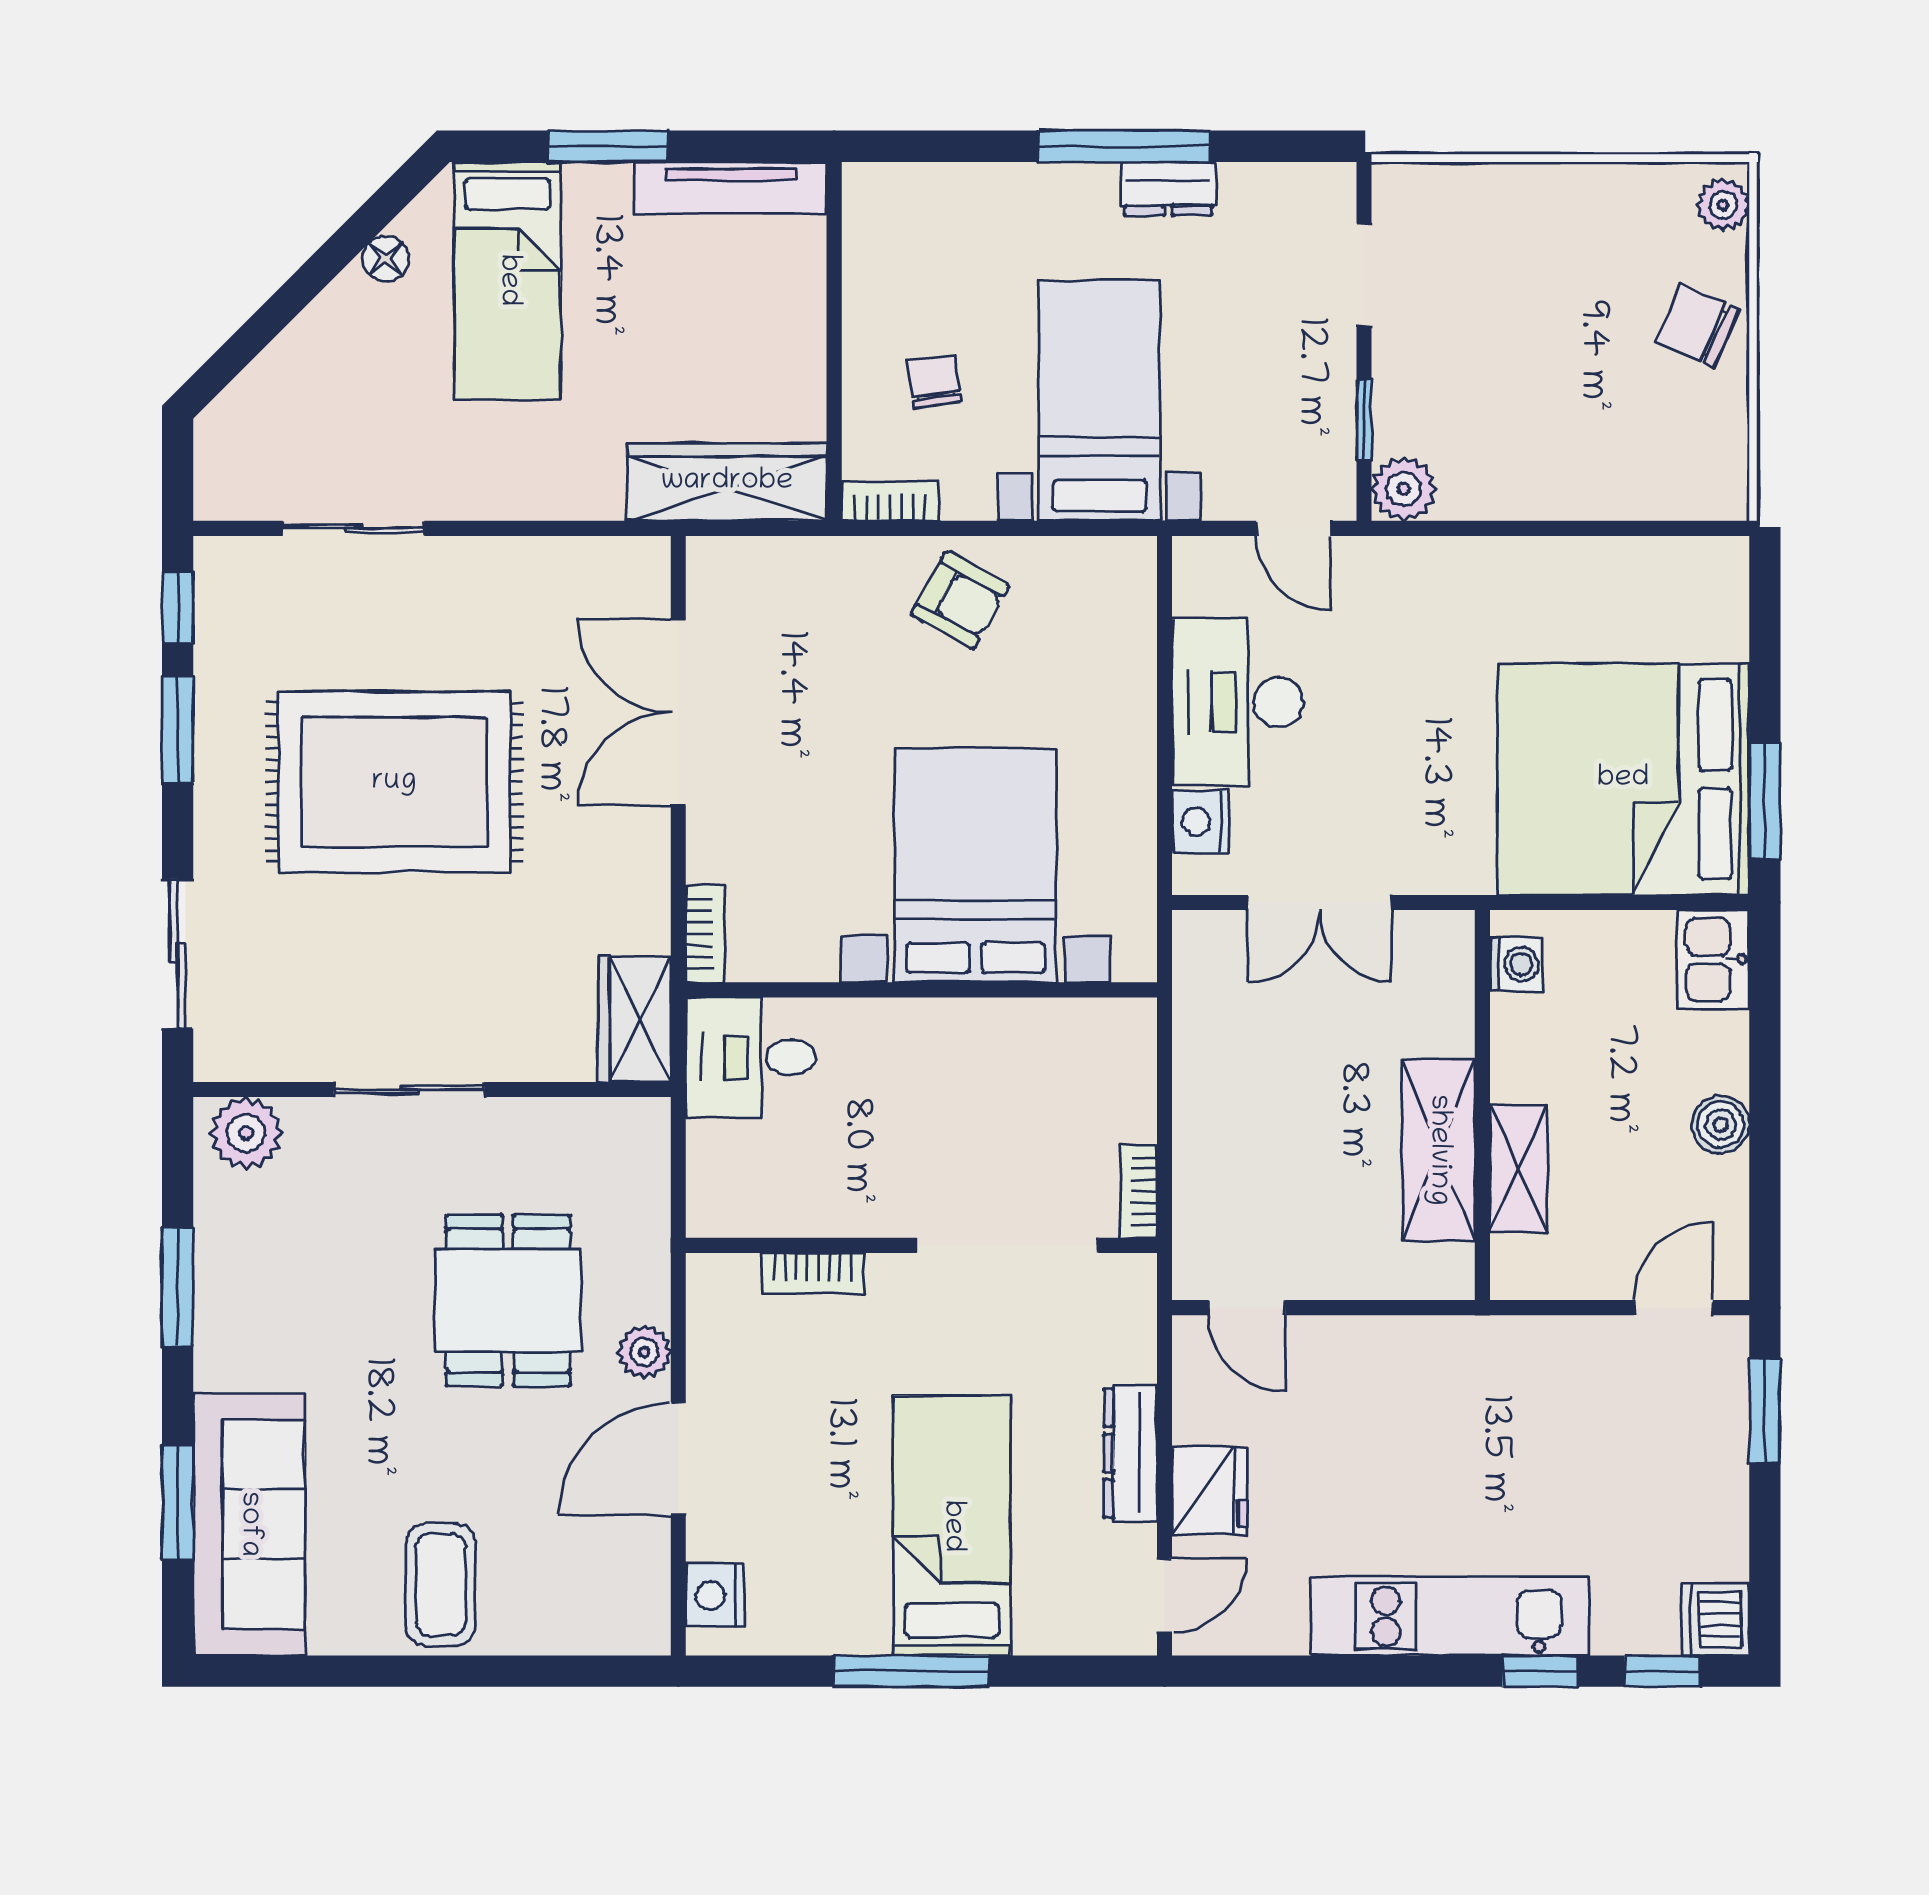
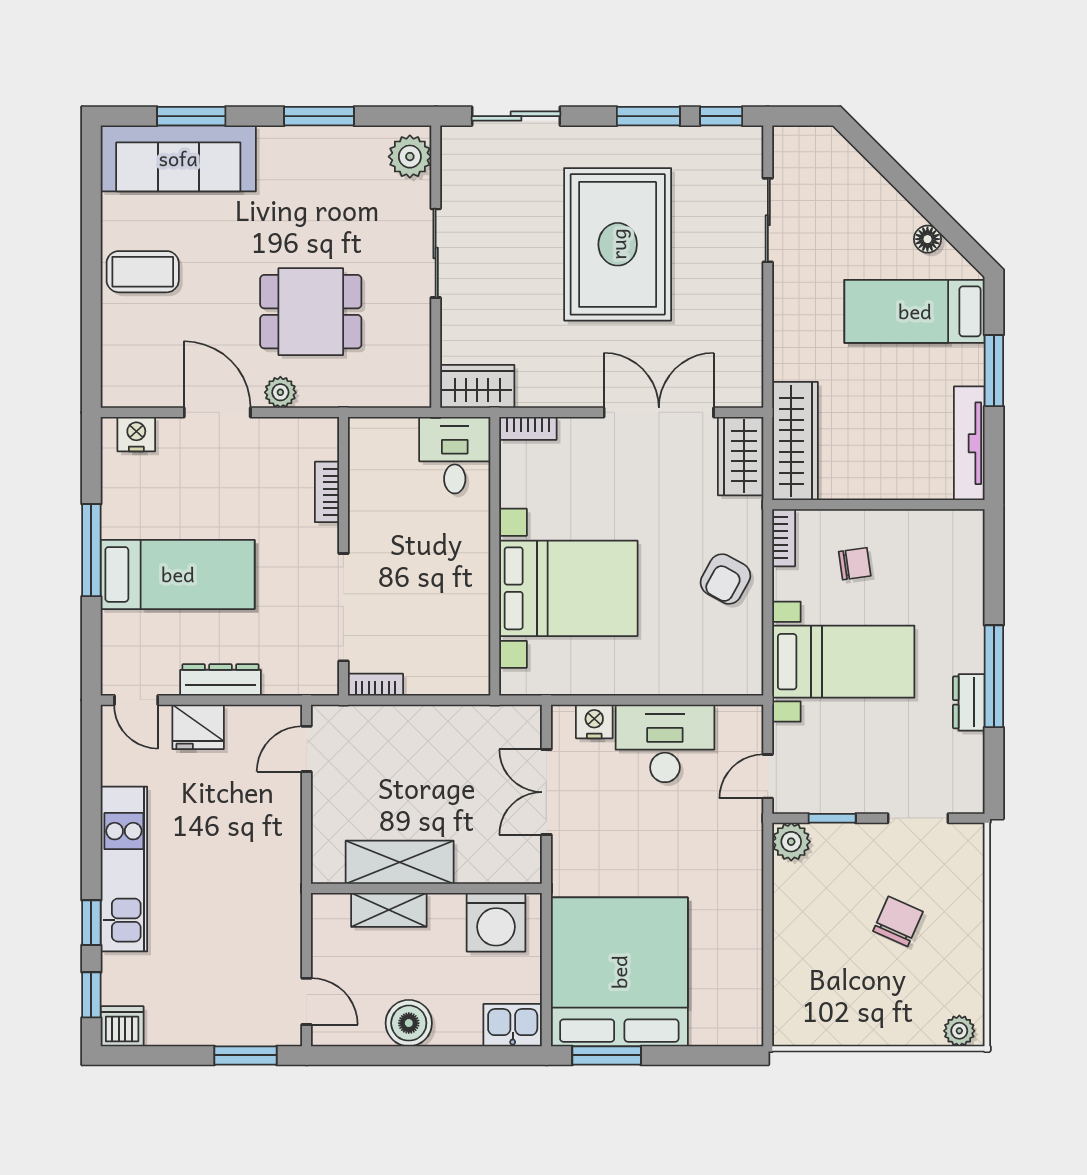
chair: (1697, 325) -> (898, 921), moved
wardrobe: (752, 574) -> (741, 456), added
washing machine: (1516, 964) -> (496, 922), width x1.89, depth x1.89
boiler: (1721, 1125) -> (409, 1023), width x1.36, depth x1.36

